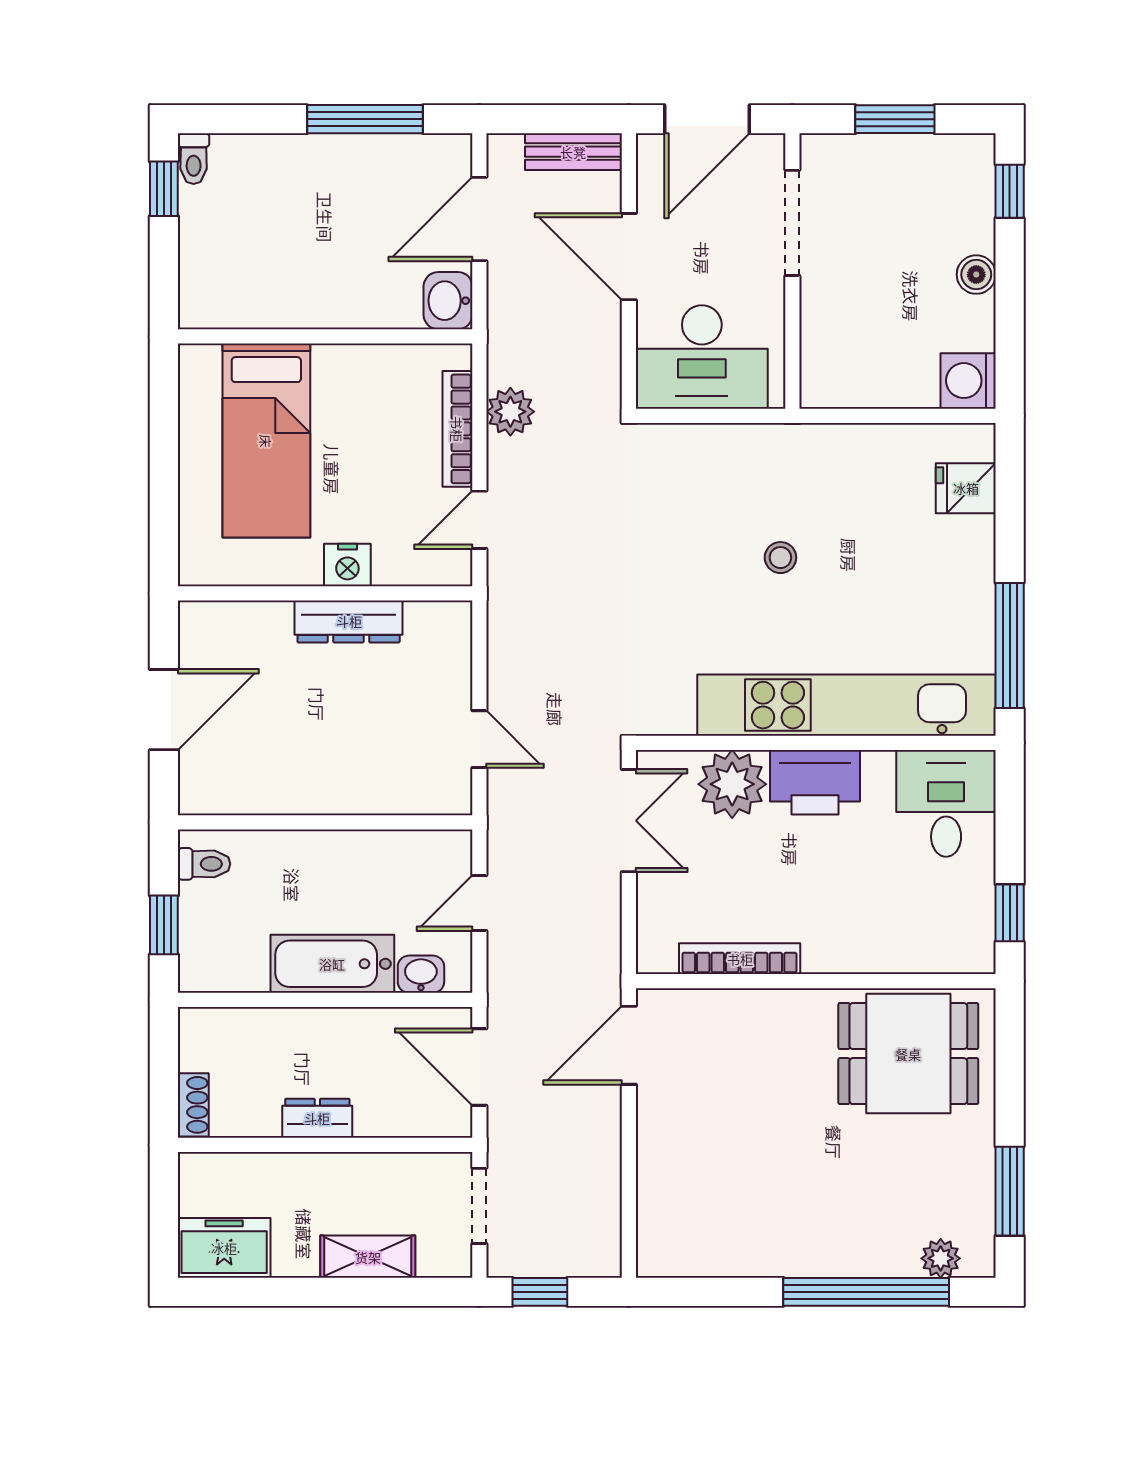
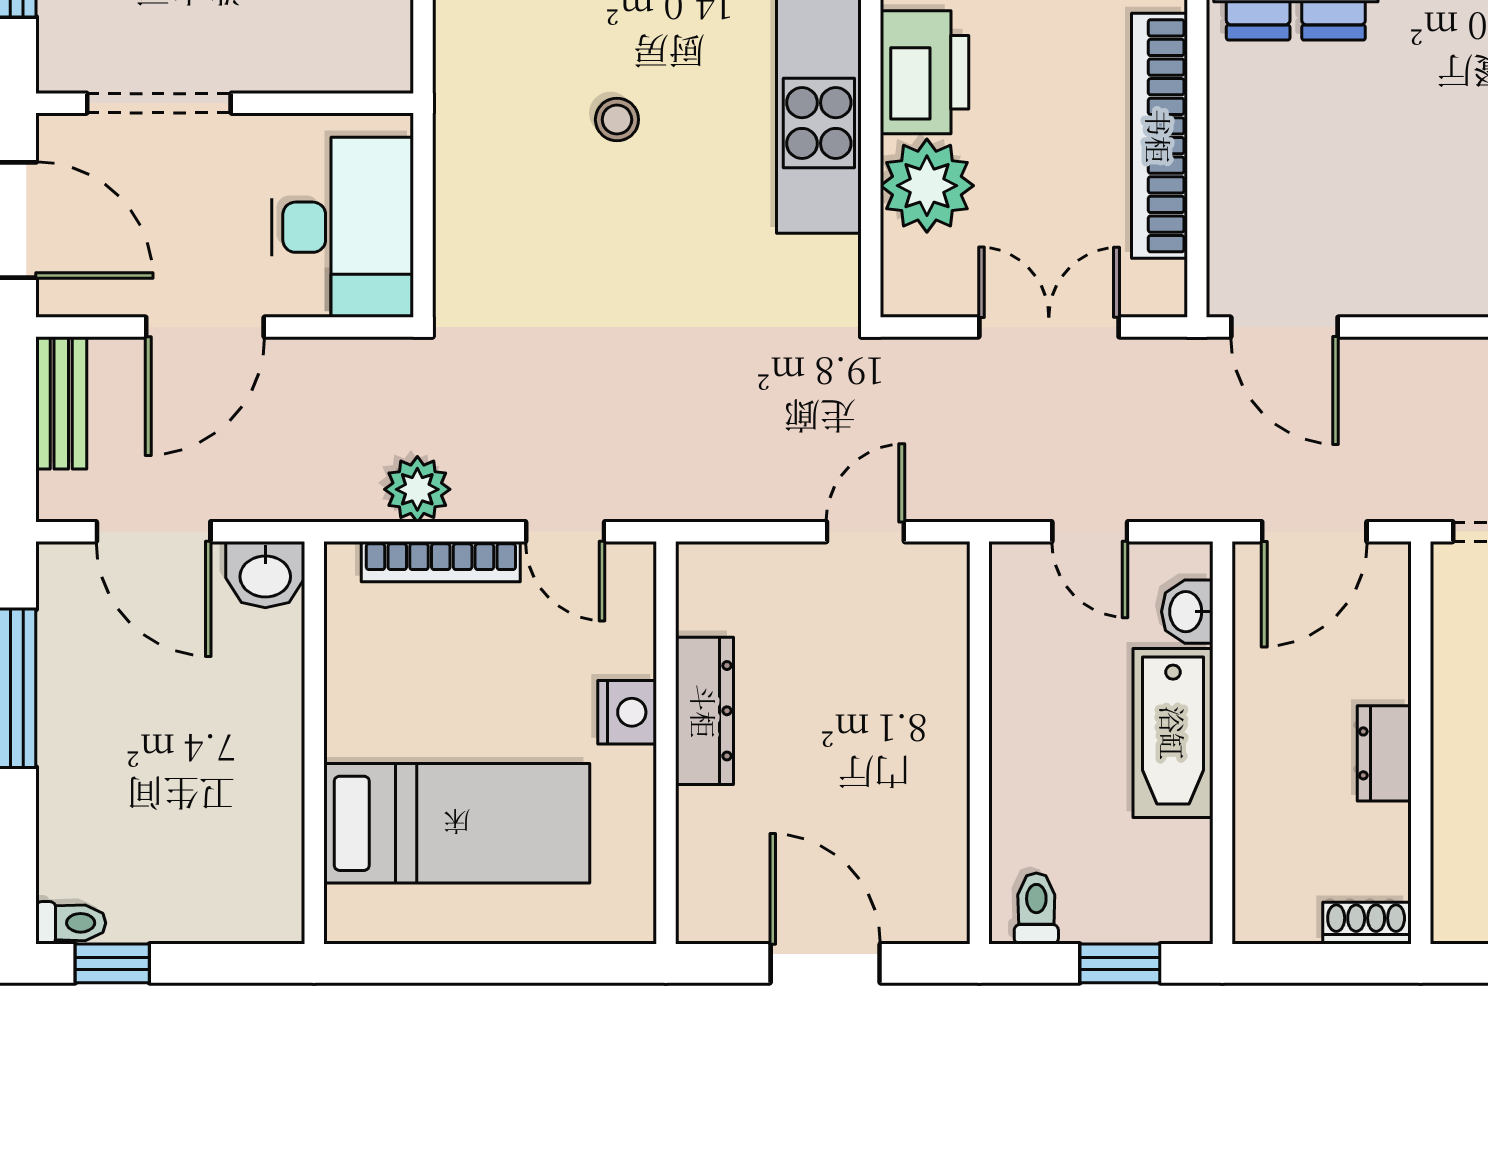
double door: (629, 821) -> (1049, 327), moved
bookcase: (740, 959) -> (1159, 136), width x1.48, depth x1.31

